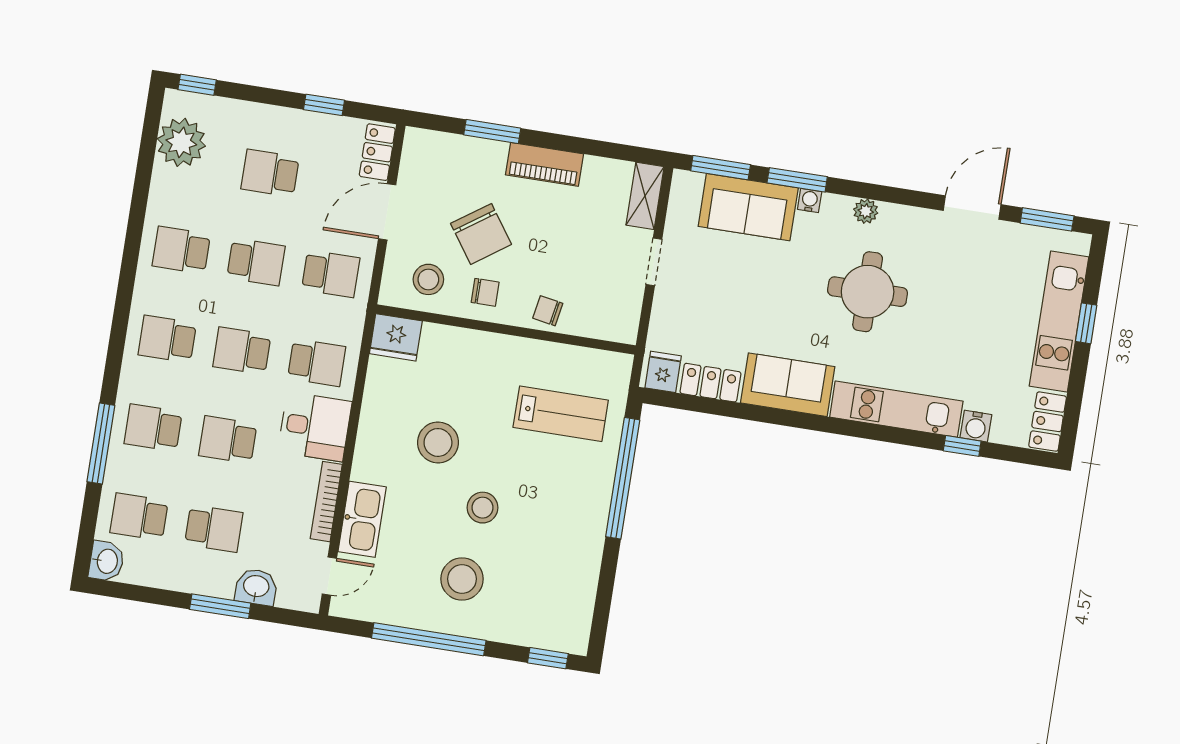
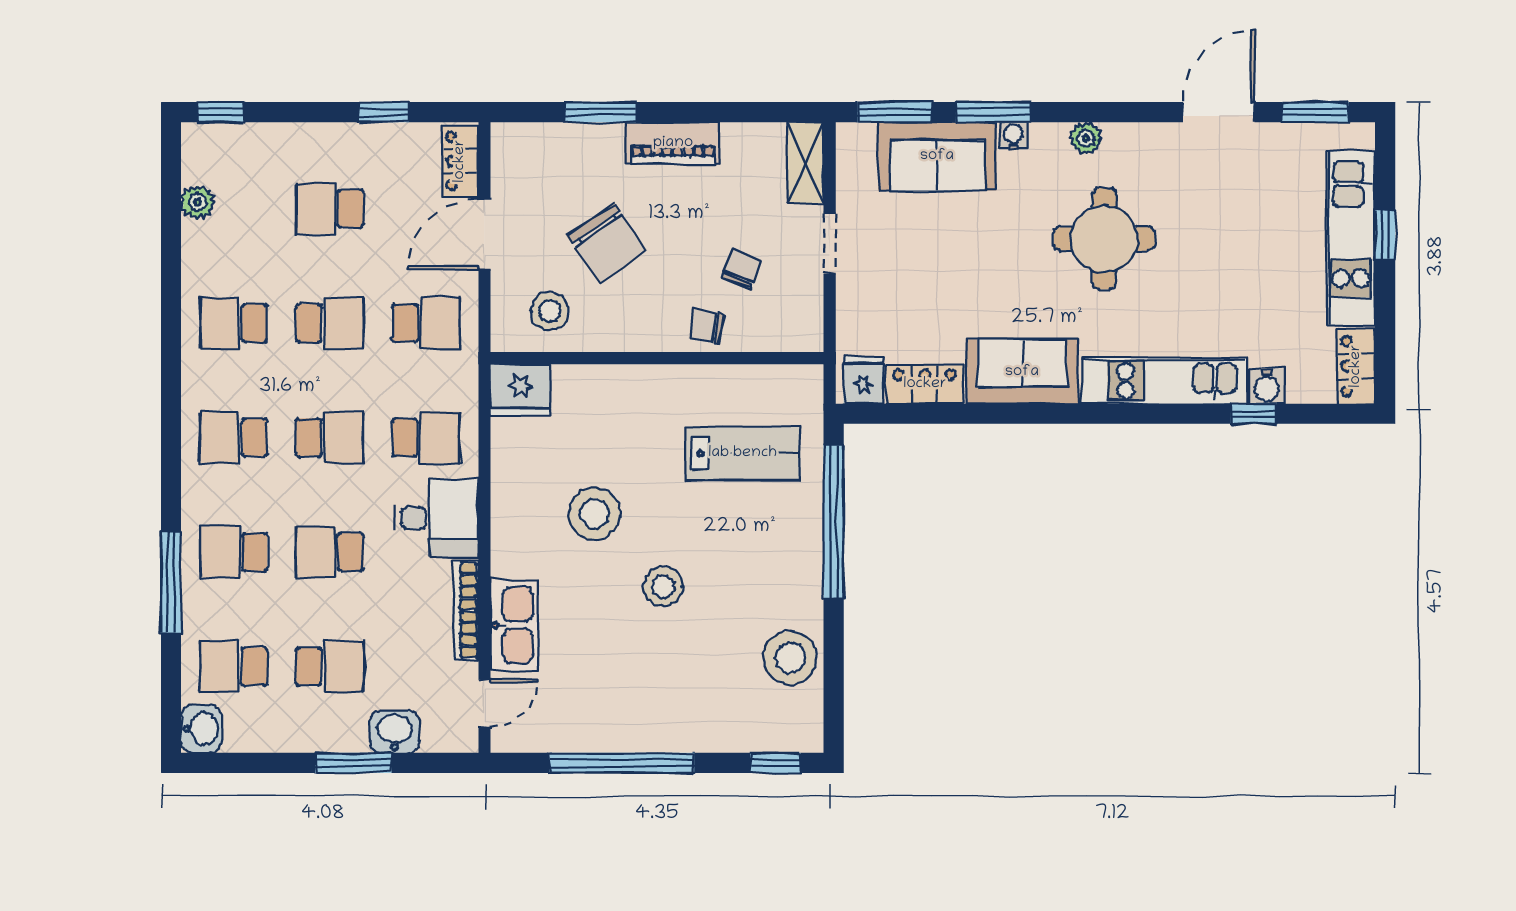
plant: (181, 142) -> (198, 202), width x0.53, depth x0.53
chair: (485, 292) -> (742, 268), moved, turned -68
school desk: (242, 351) -> (330, 438), turned 180
stool: (462, 579) -> (790, 658), moved

